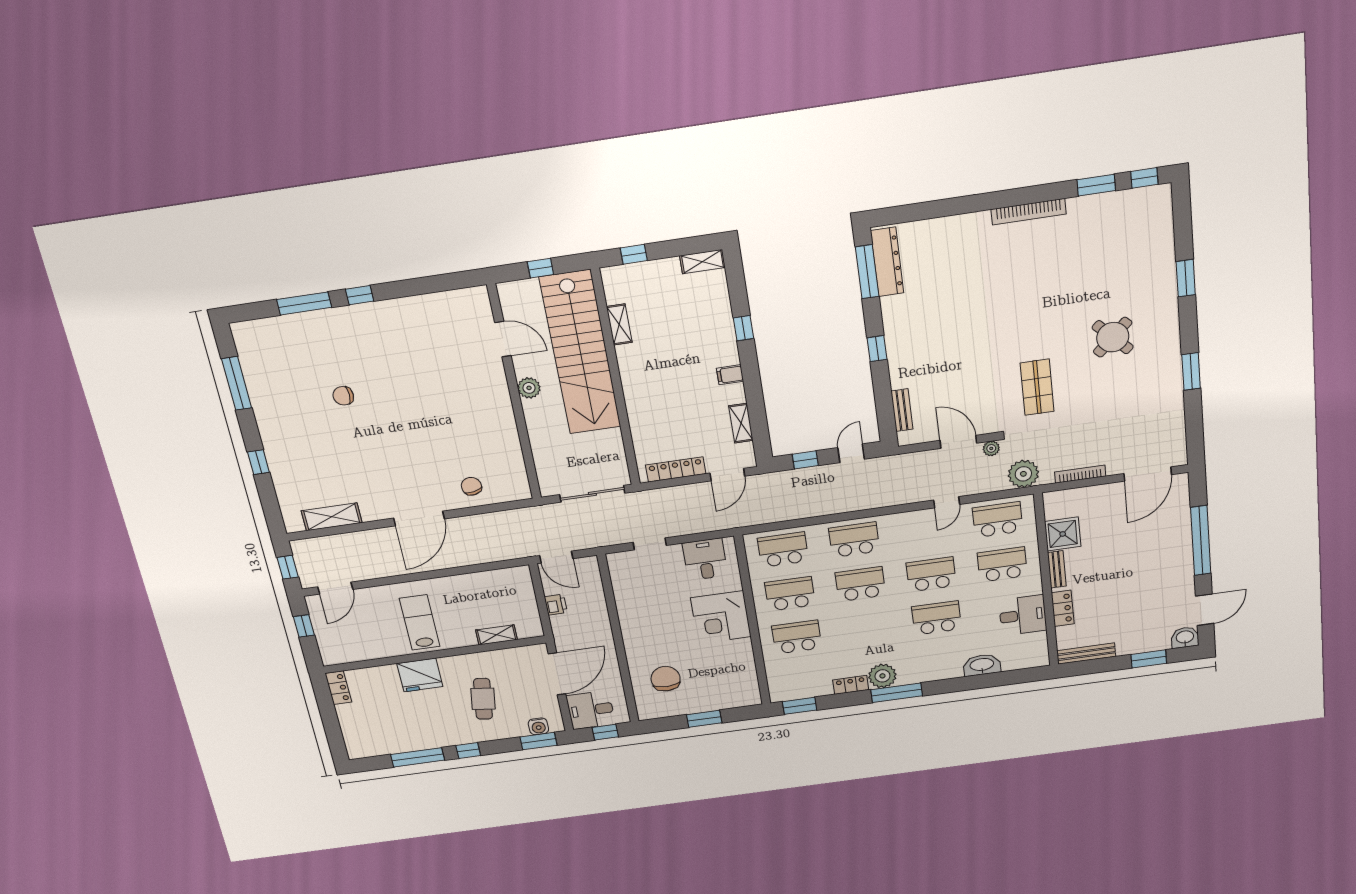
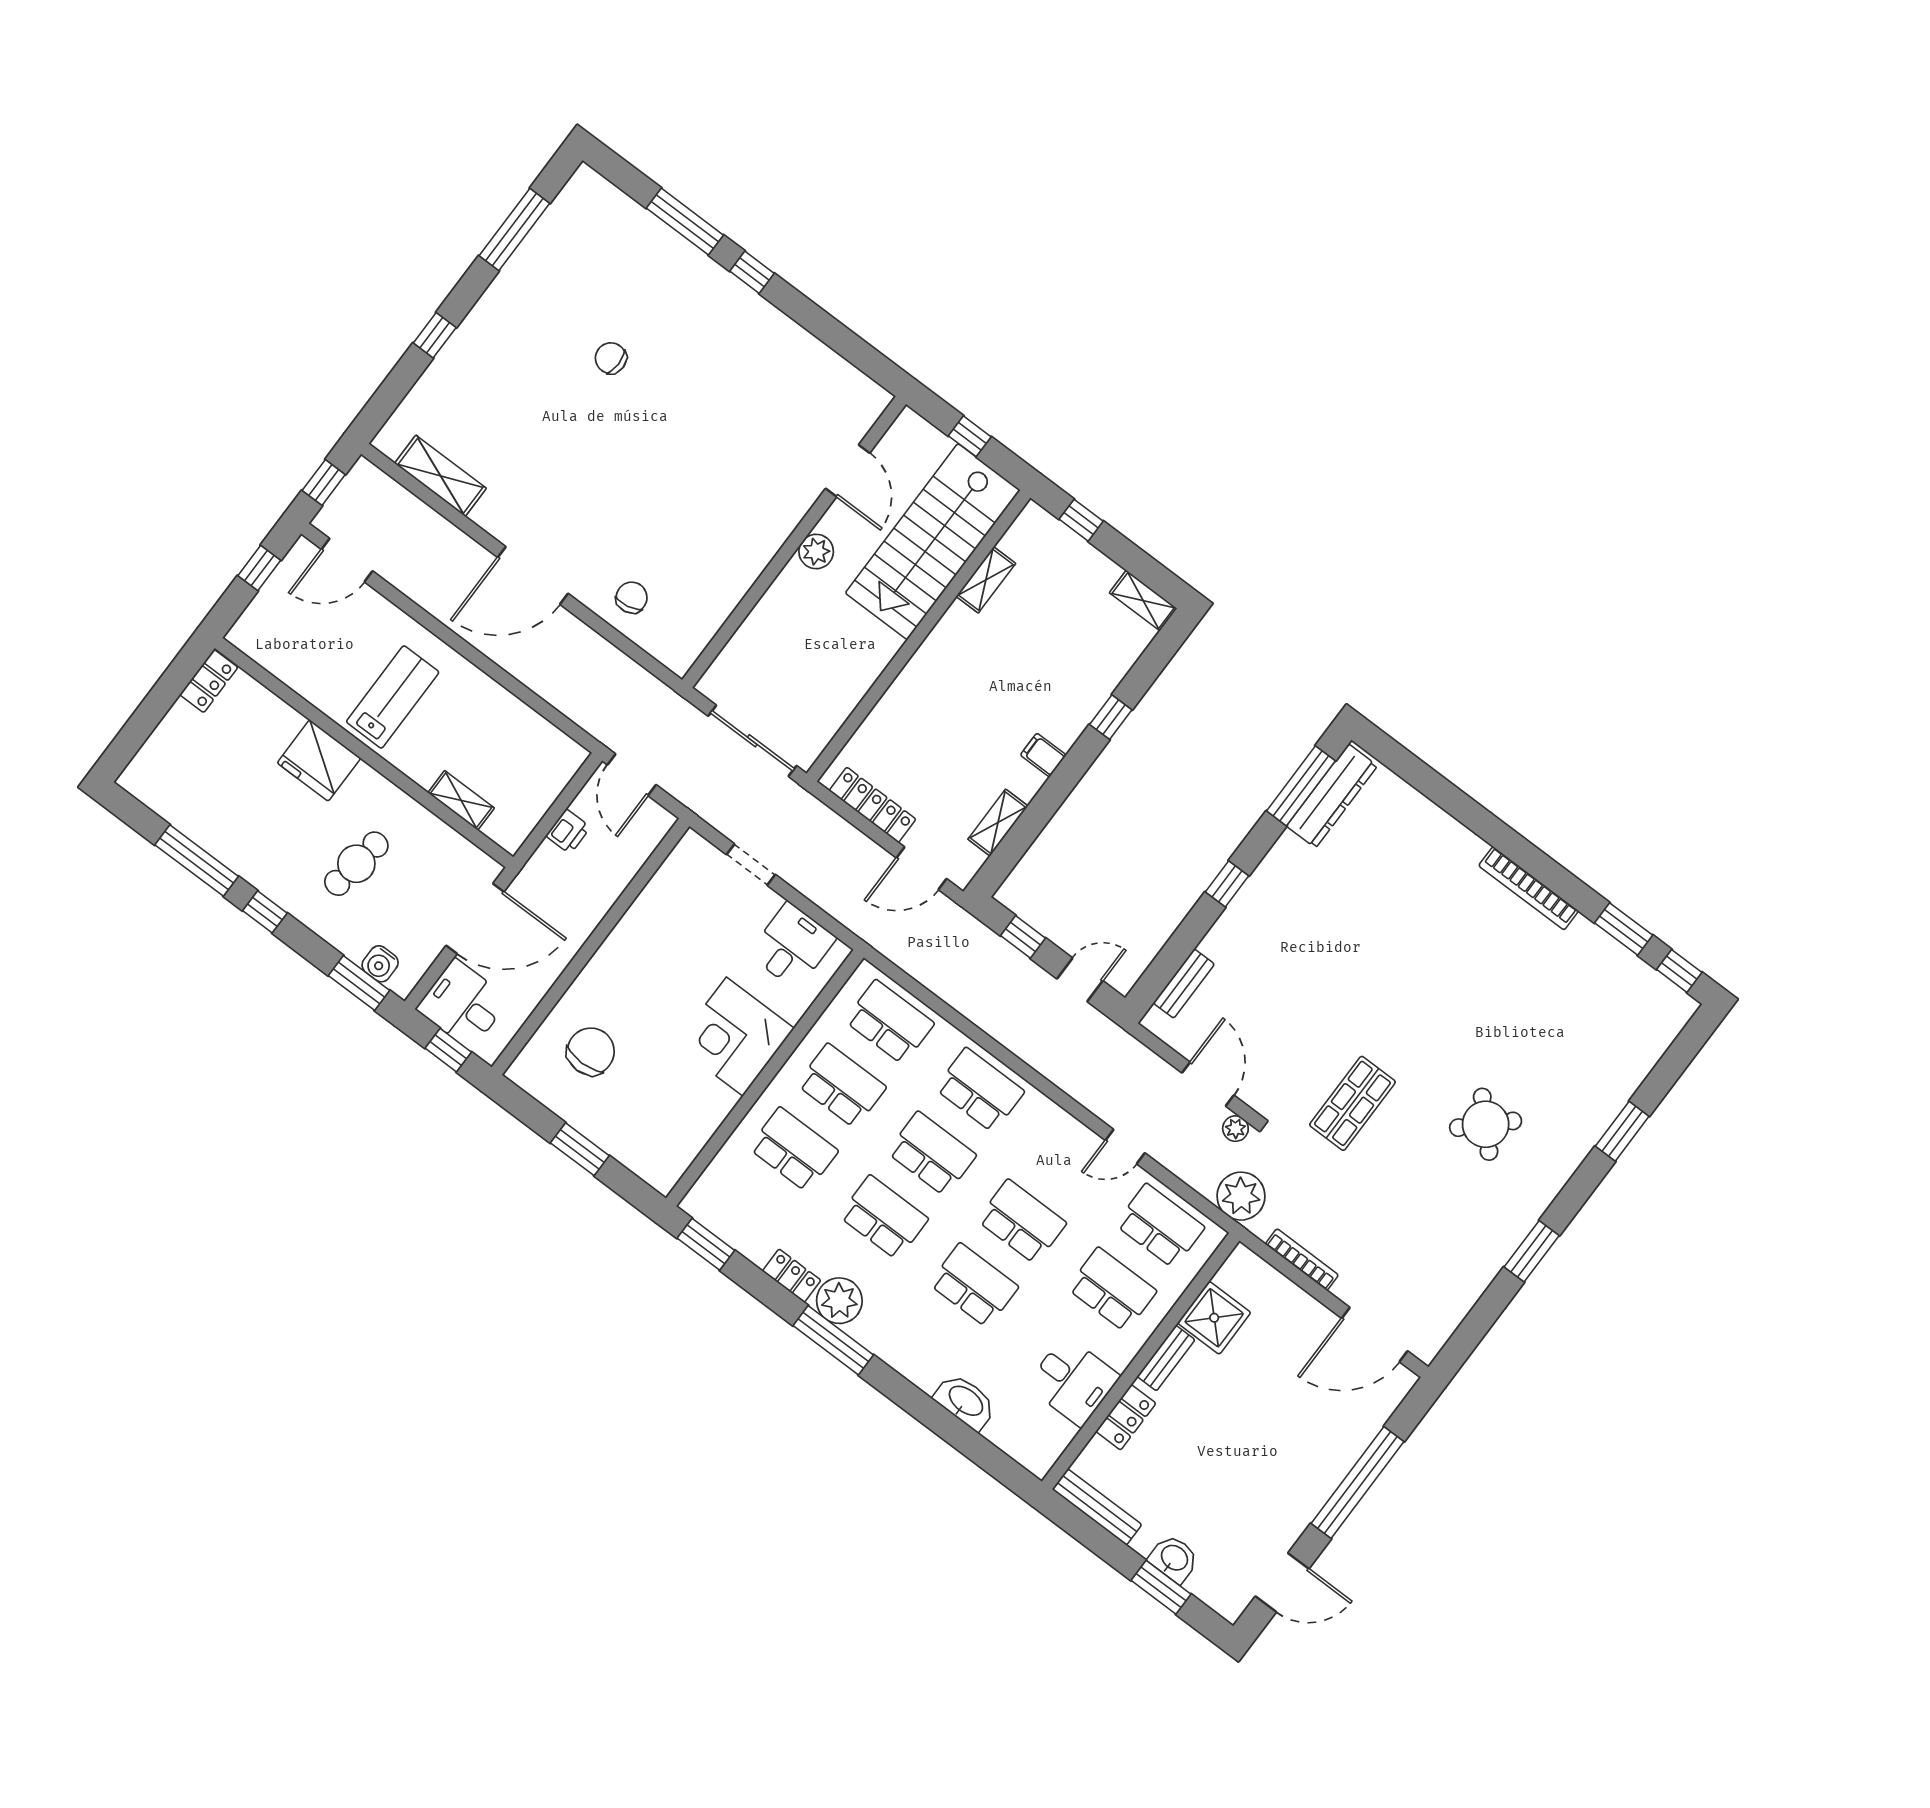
stairs: (580, 353) -> (933, 542), width x0.73
school desk: (866, 628) -> (884, 1217), added
washbasin: (1185, 637) -> (1174, 1559), moved

